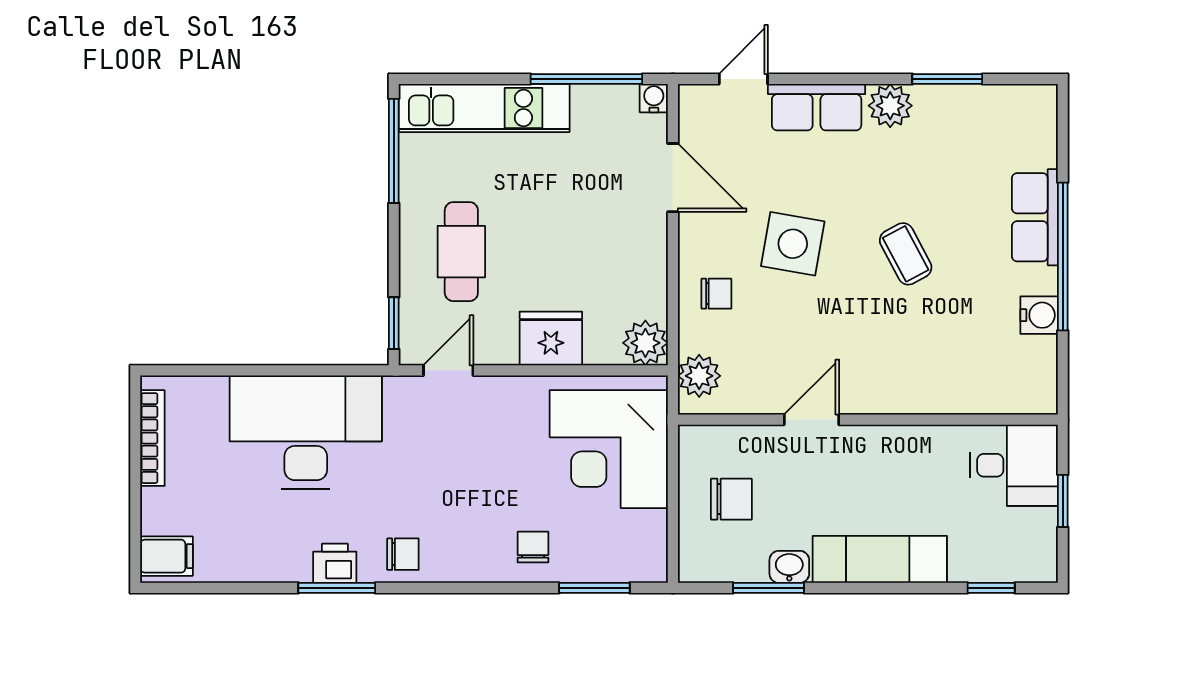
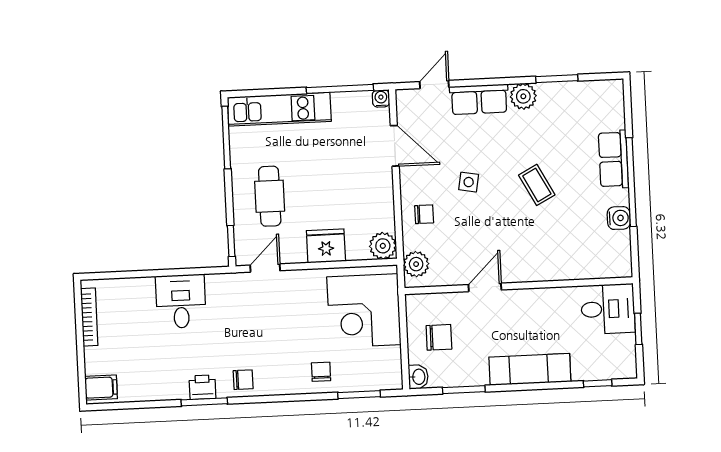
side table: (793, 244) -> (469, 182), width x0.54, depth x0.54
desk: (306, 432) -> (181, 301), width x0.53, depth x0.77
washbasin: (789, 567) -> (418, 377), moved, turned 90

